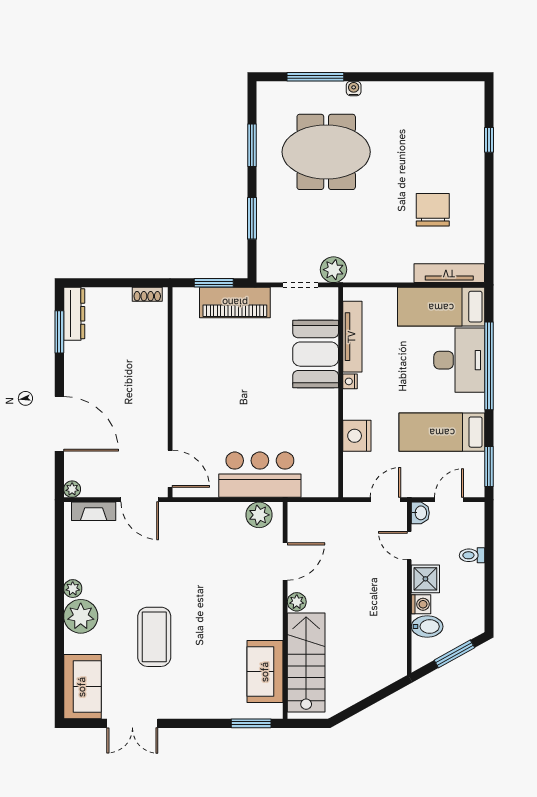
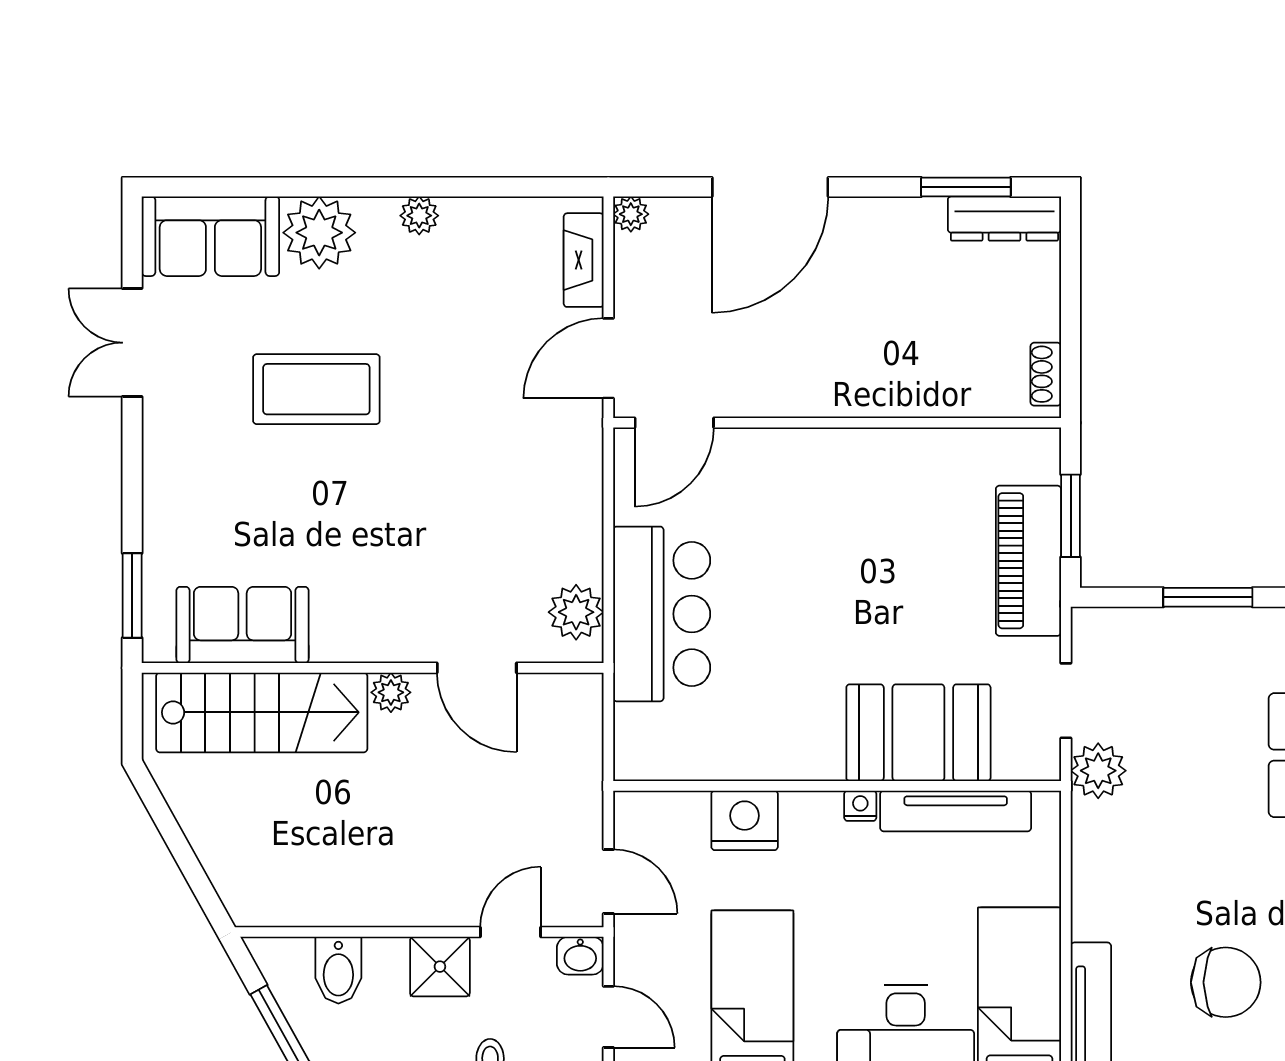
washing machine: (421, 604) -> (386, 957), removed
plant: (81, 616) -> (319, 233), moved

